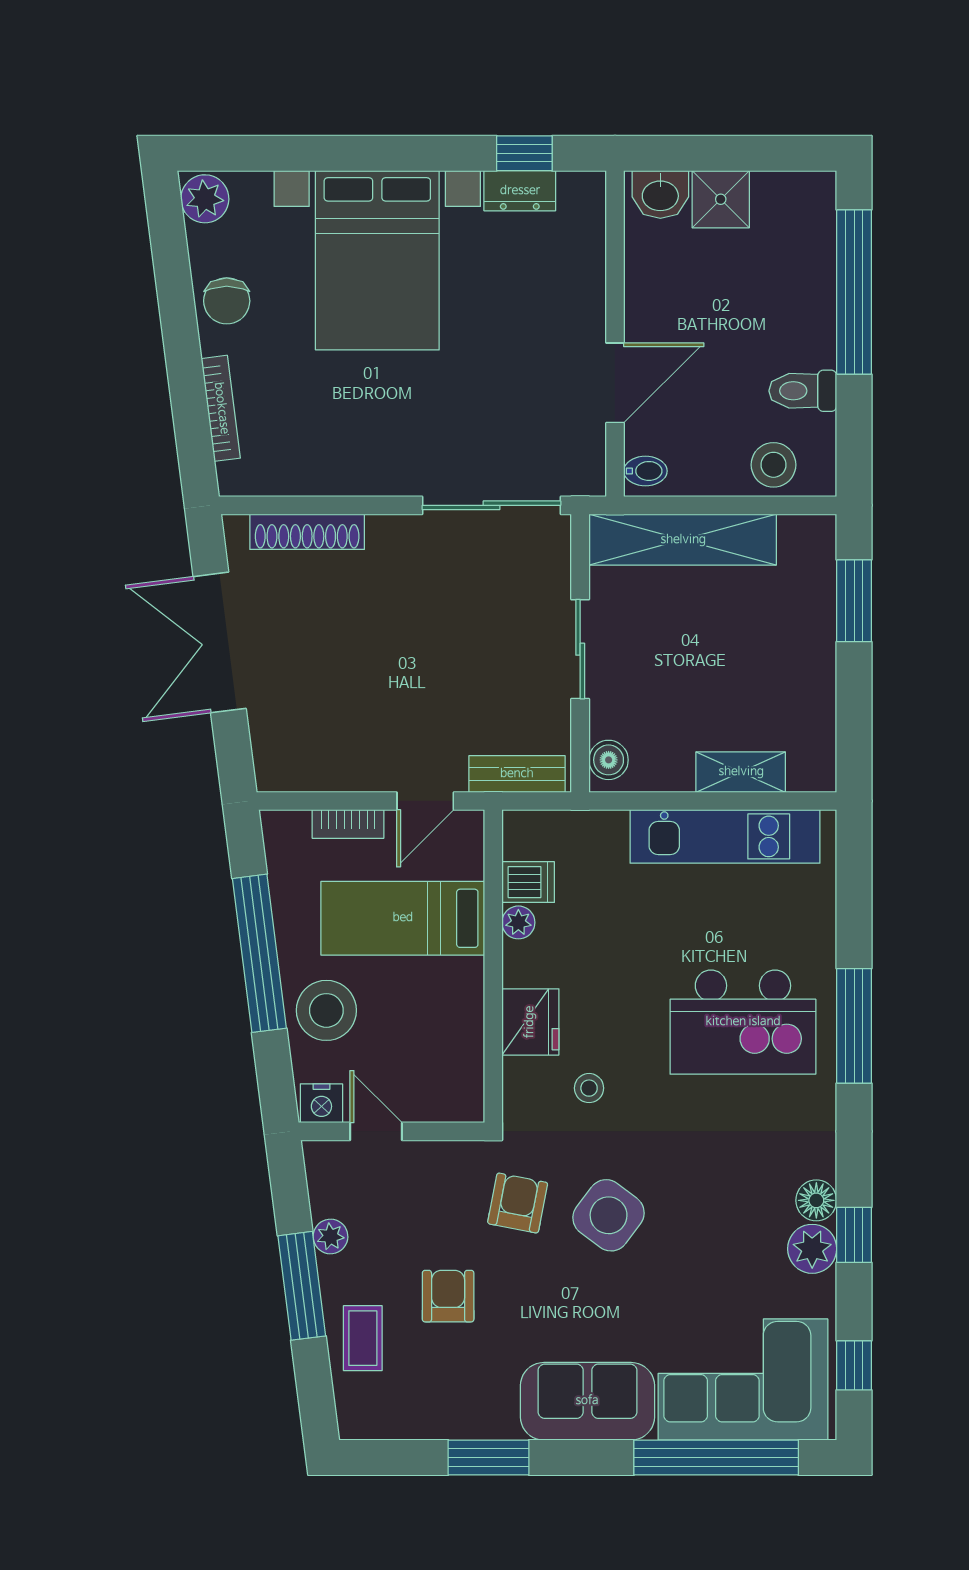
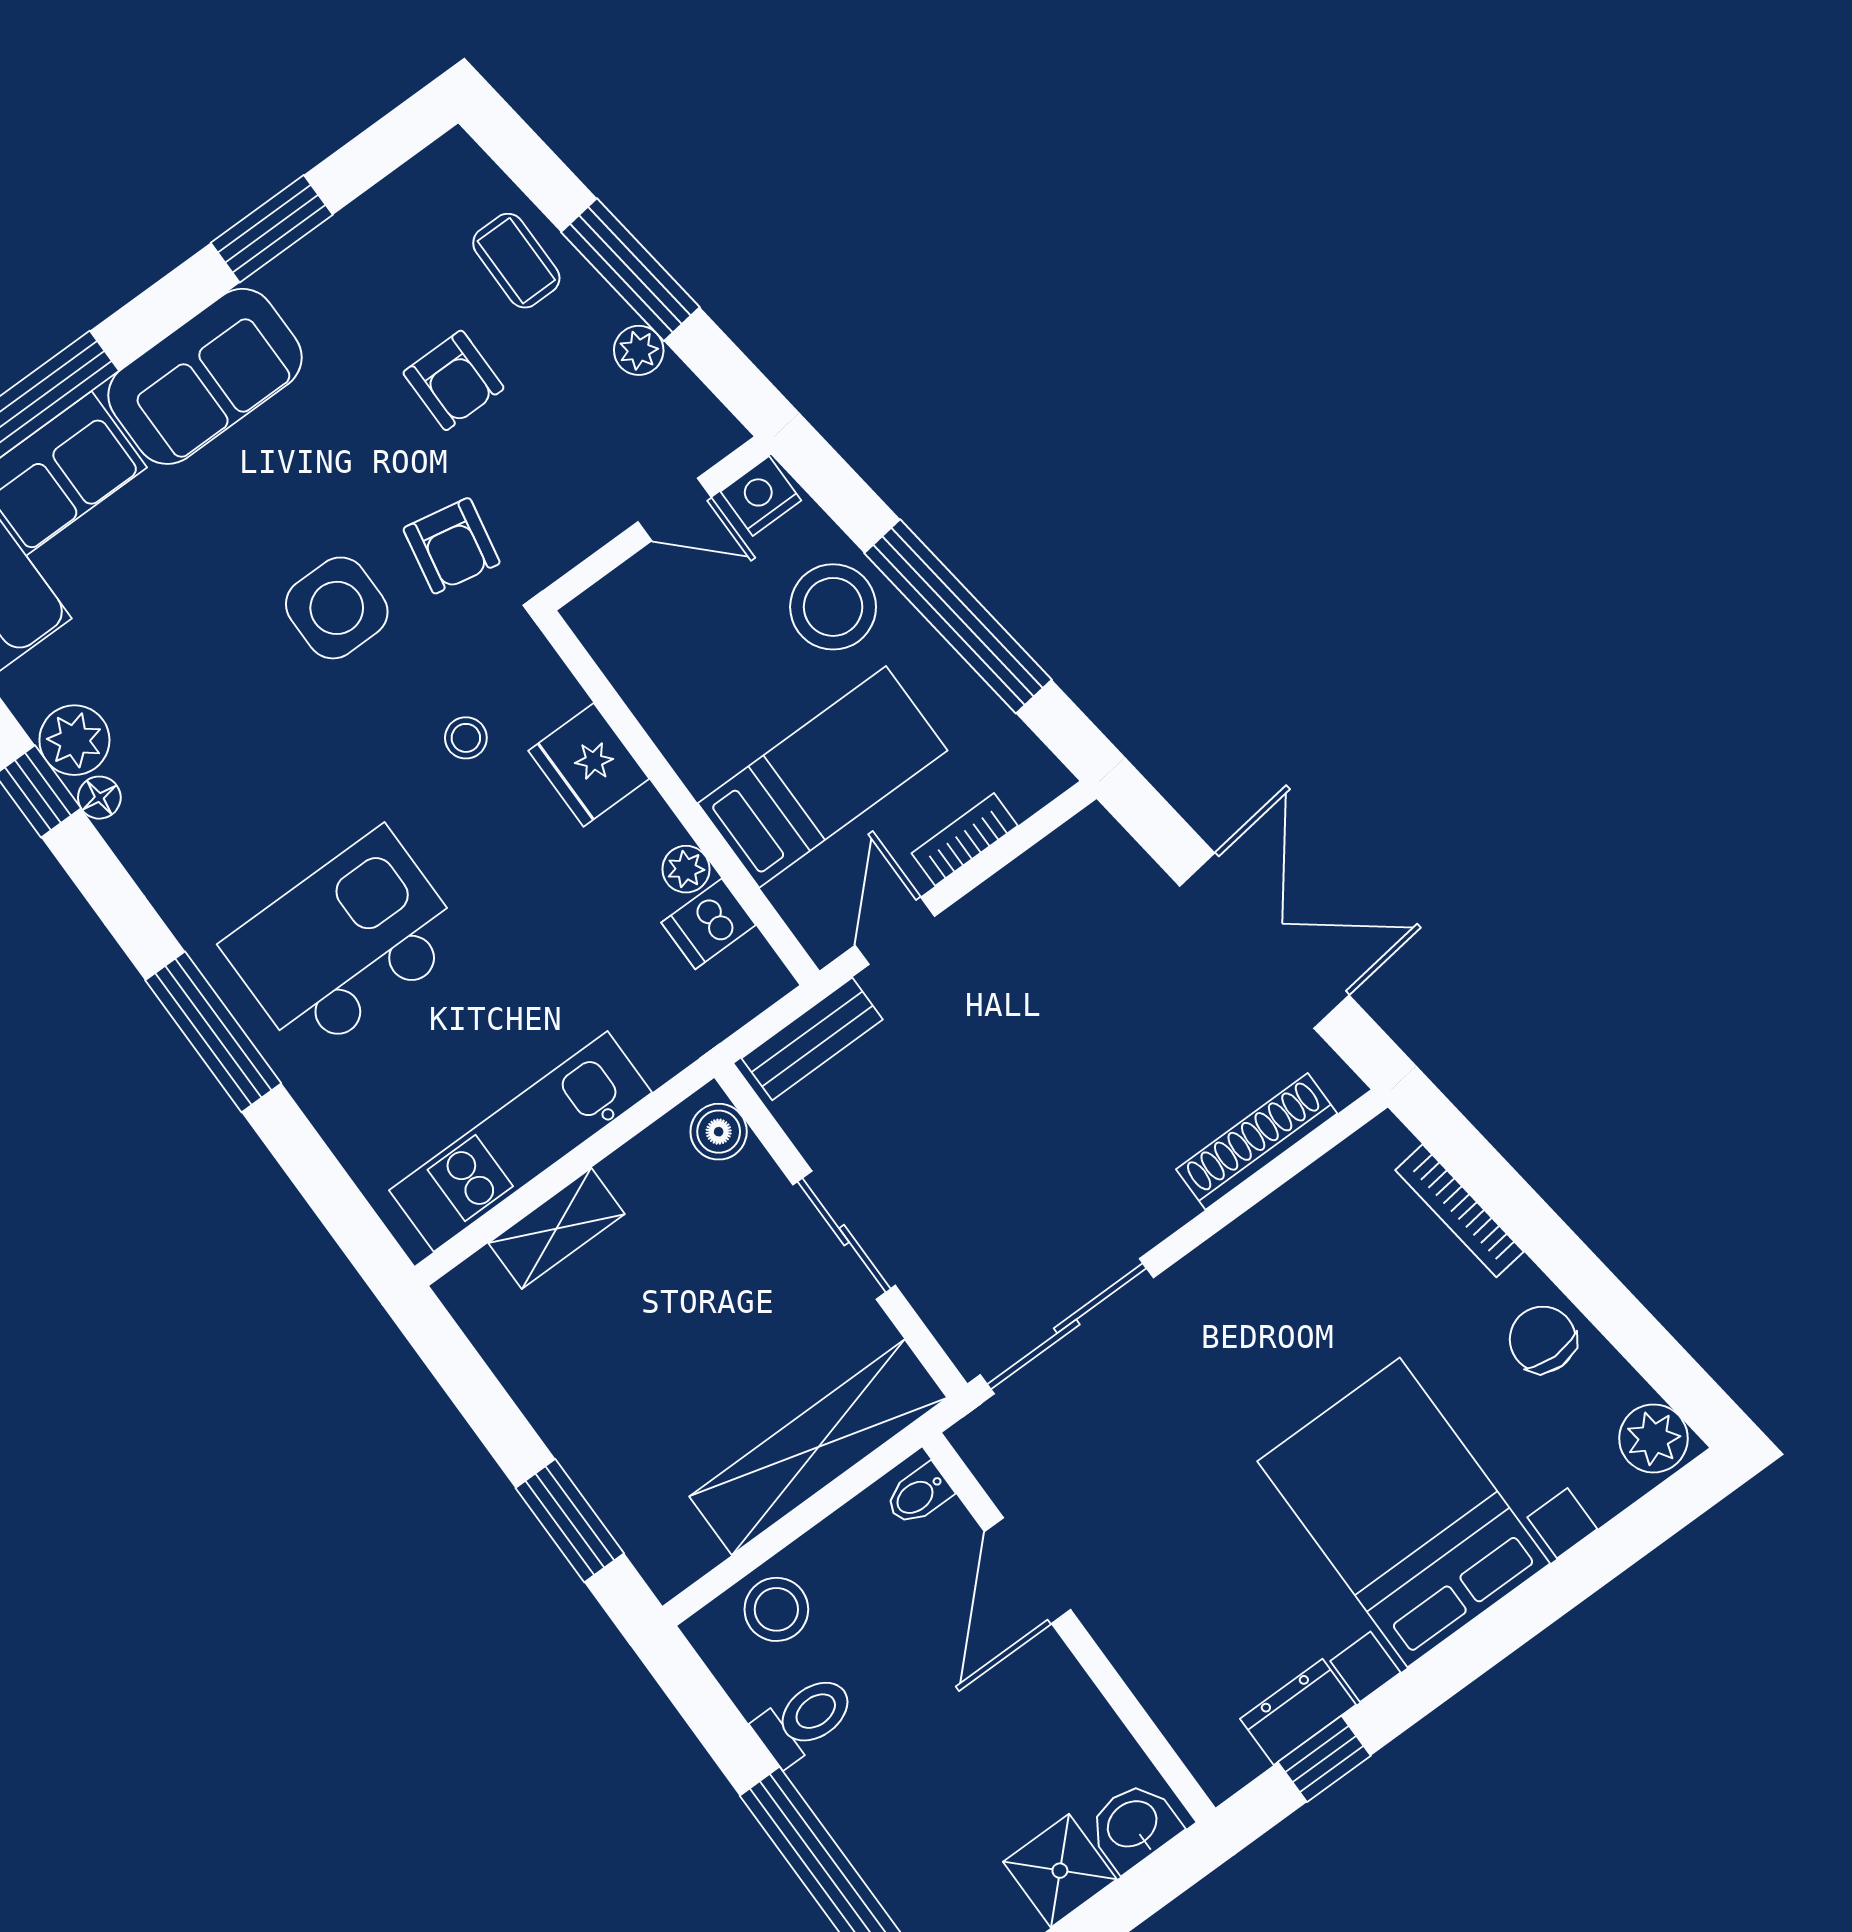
floor lamp: (816, 1200) -> (99, 798), width x0.73, depth x0.73
side table: (609, 1215) -> (337, 608), turned -37

